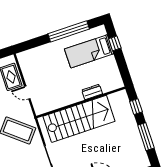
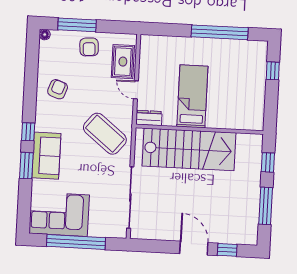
bed: (89, 51) -> (192, 96), moved, turned 90
dresser: (92, 92) -> (149, 118), moved

